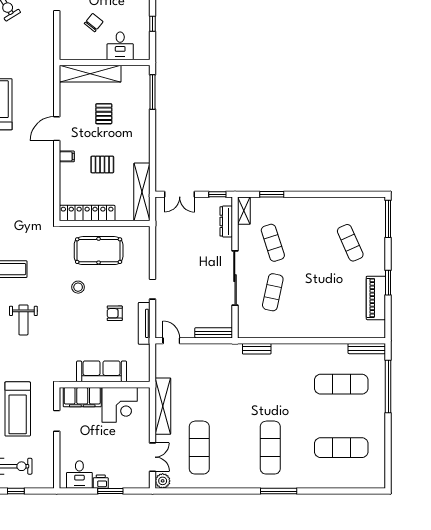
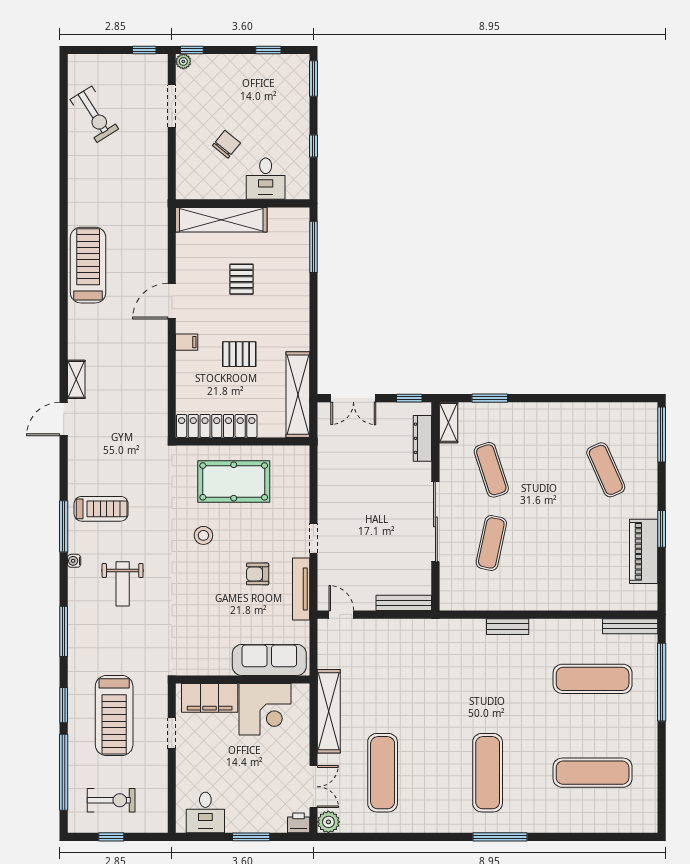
bench: (257, 349) -> (508, 627), moved
sofa: (102, 371) -> (269, 660), moved
printer: (101, 482) -> (299, 823), moved

